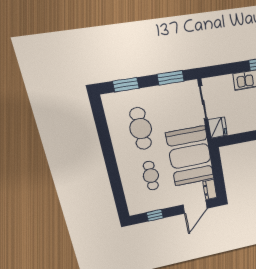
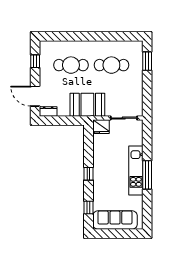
window: (171, 78) -> (147, 96), removed
booth: (190, 156) -> (87, 105), width x0.73, depth x0.70
cafe table: (151, 176) -> (71, 65), width x1.37, depth x1.35

